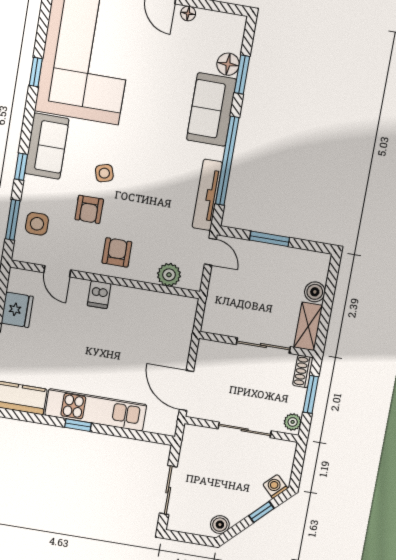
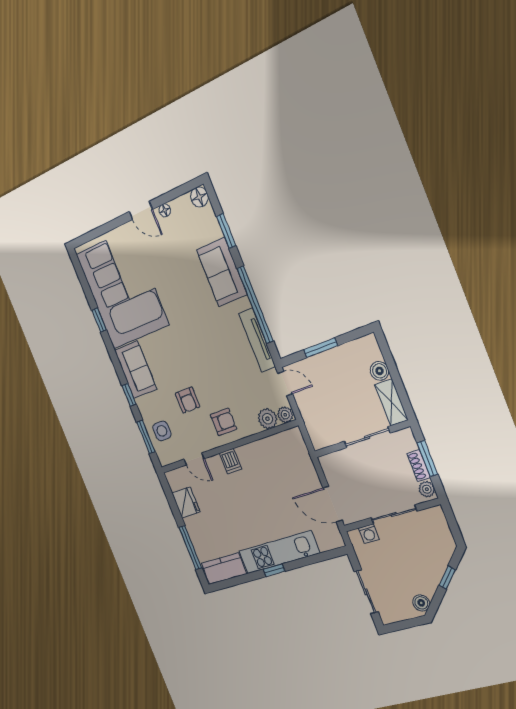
floor lamp: (228, 64) -> (199, 197), moved
side table: (104, 173) -> (181, 367), removed
armchair: (117, 252) -> (223, 422), turned 90
plant: (191, 281) -> (285, 415), added
shoe rack: (303, 371) -> (419, 466), moved
washing machine: (275, 486) -> (369, 534), moved, turned -135

